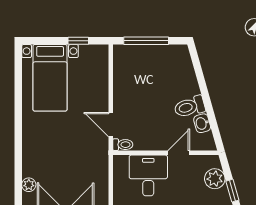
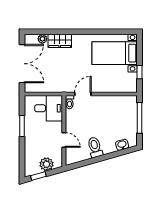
washbasin: (202, 123) -> (122, 145), moved
wardrobe: (32, 159) -> (60, 41), added
desk: (148, 175) -> (49, 108), moved

